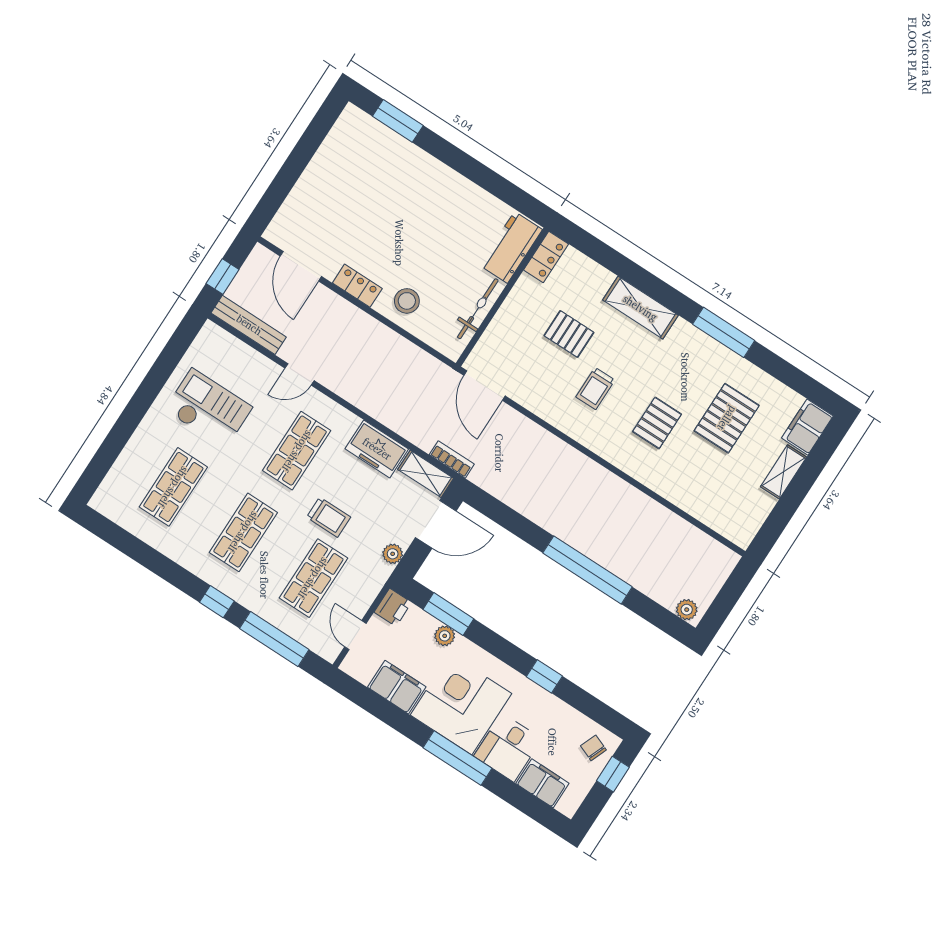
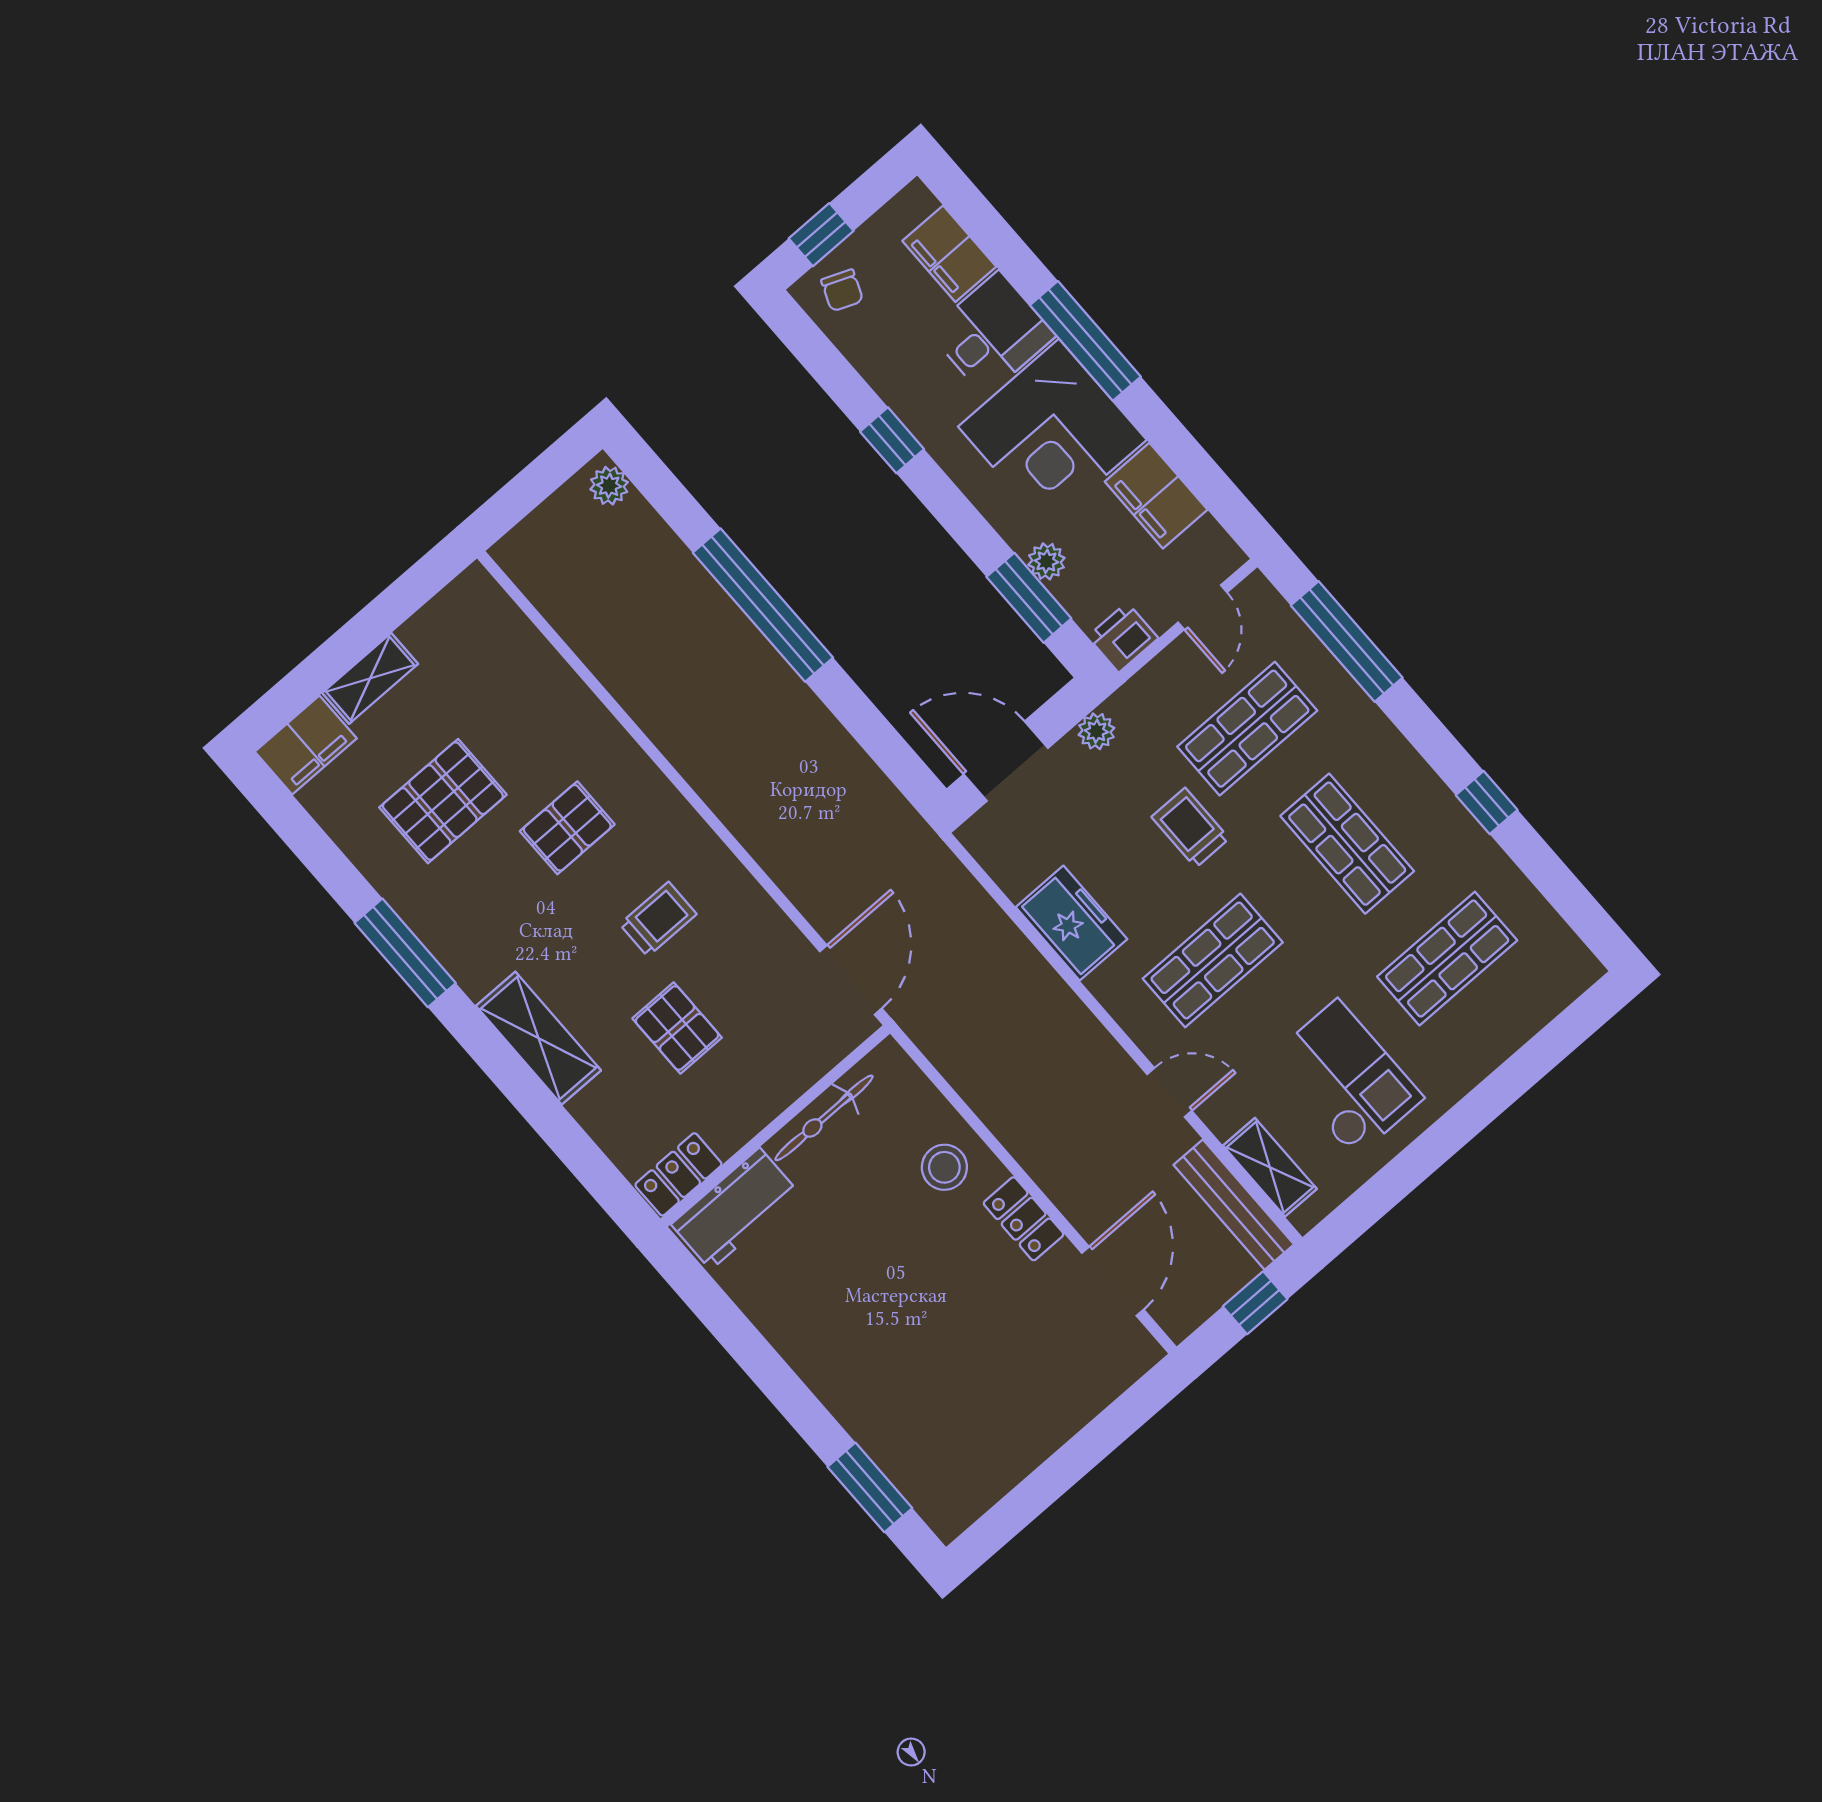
checkout: (209, 409) -> (1346, 1078), turned 180
bookcase: (452, 459) -> (945, 867), removed
shelving: (426, 474) -> (1270, 1167), moved
shop shelf: (243, 532) -> (1347, 844), turned 90
window: (217, 602) -> (1487, 802), moved

